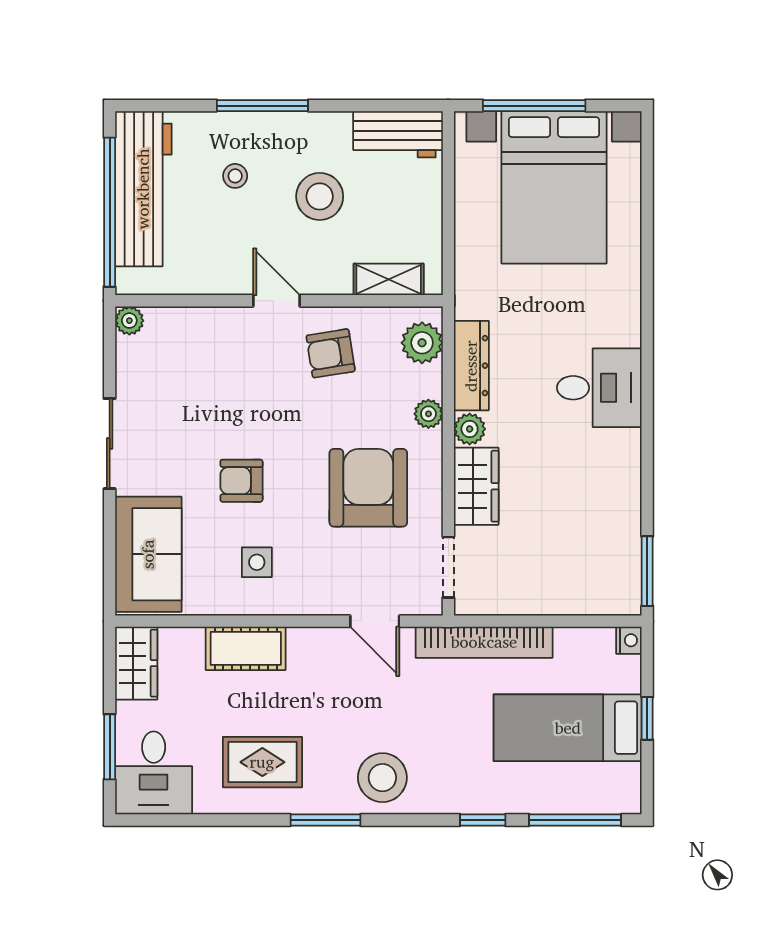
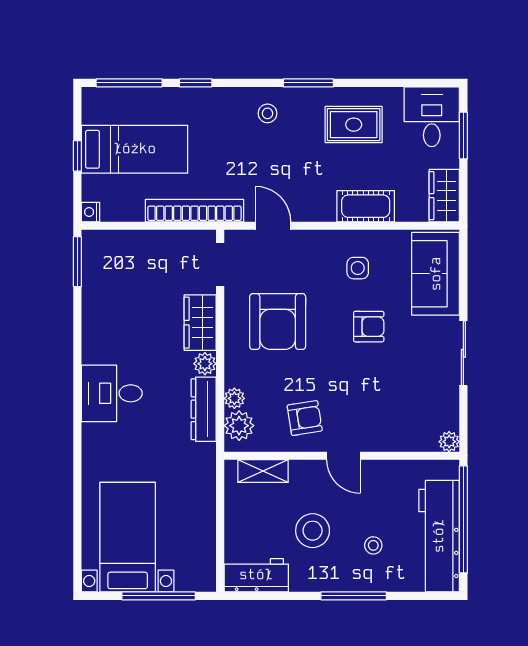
bed with nightstands: (554, 187) -> (128, 537), width x0.73
plant: (428, 414) -> (234, 398), moved
stool: (382, 778) -> (267, 113), width x0.53, depth x0.53

